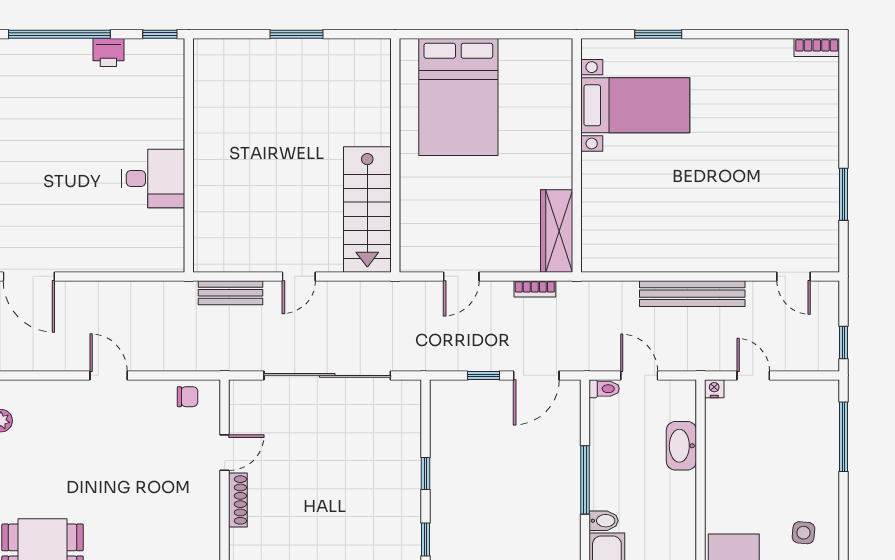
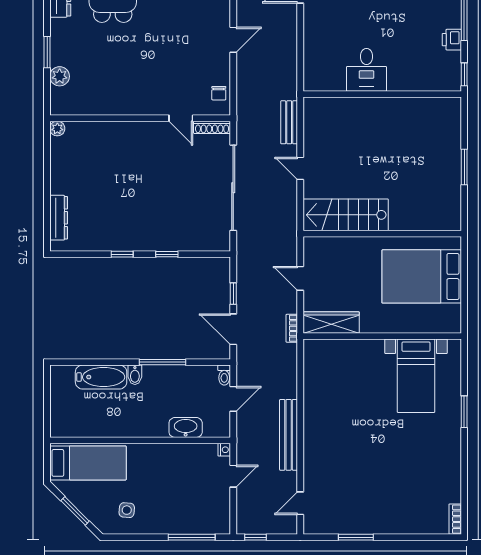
bed with nightstands: (635, 105) -> (416, 376), moved
wall: (577, 155) -> (382, 336), moved
wardrobe: (557, 231) -> (331, 322), moved
shoe rack: (238, 500) -> (212, 127), moved

